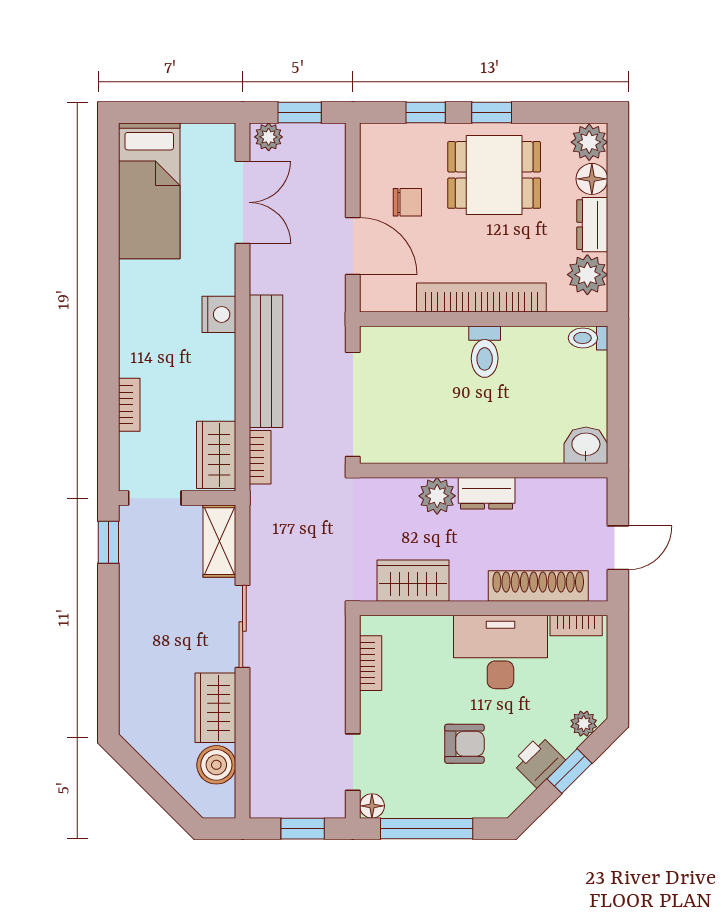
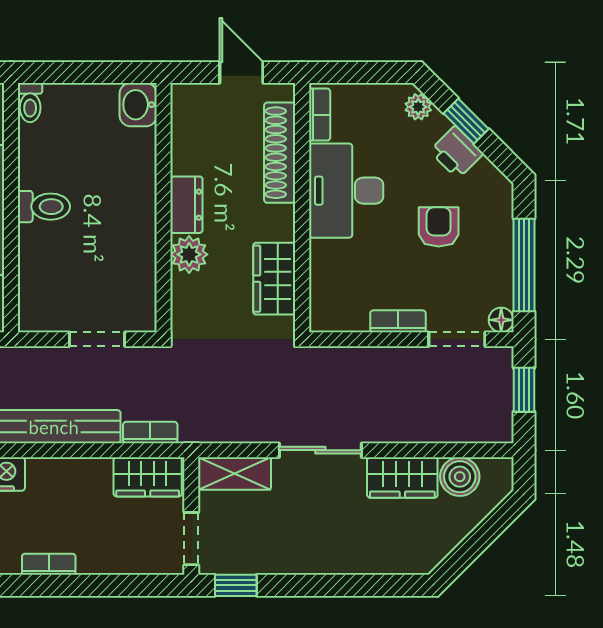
doorway: (353, 404) -> (97, 339), width x0.53
bookcase: (129, 405) -> (49, 564), moved
bookcase: (371, 663) -> (398, 321), moved

